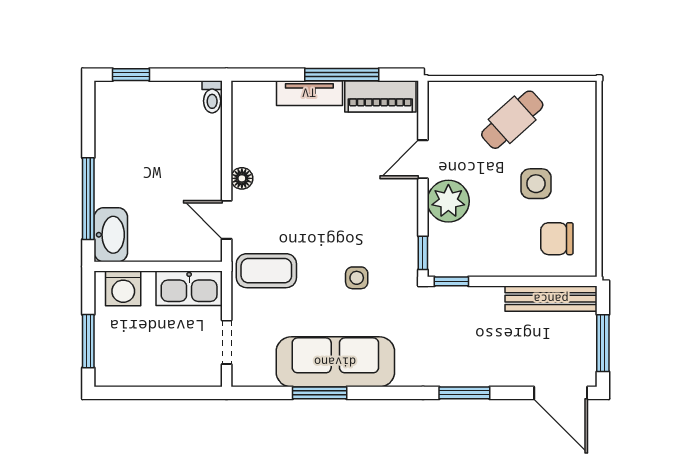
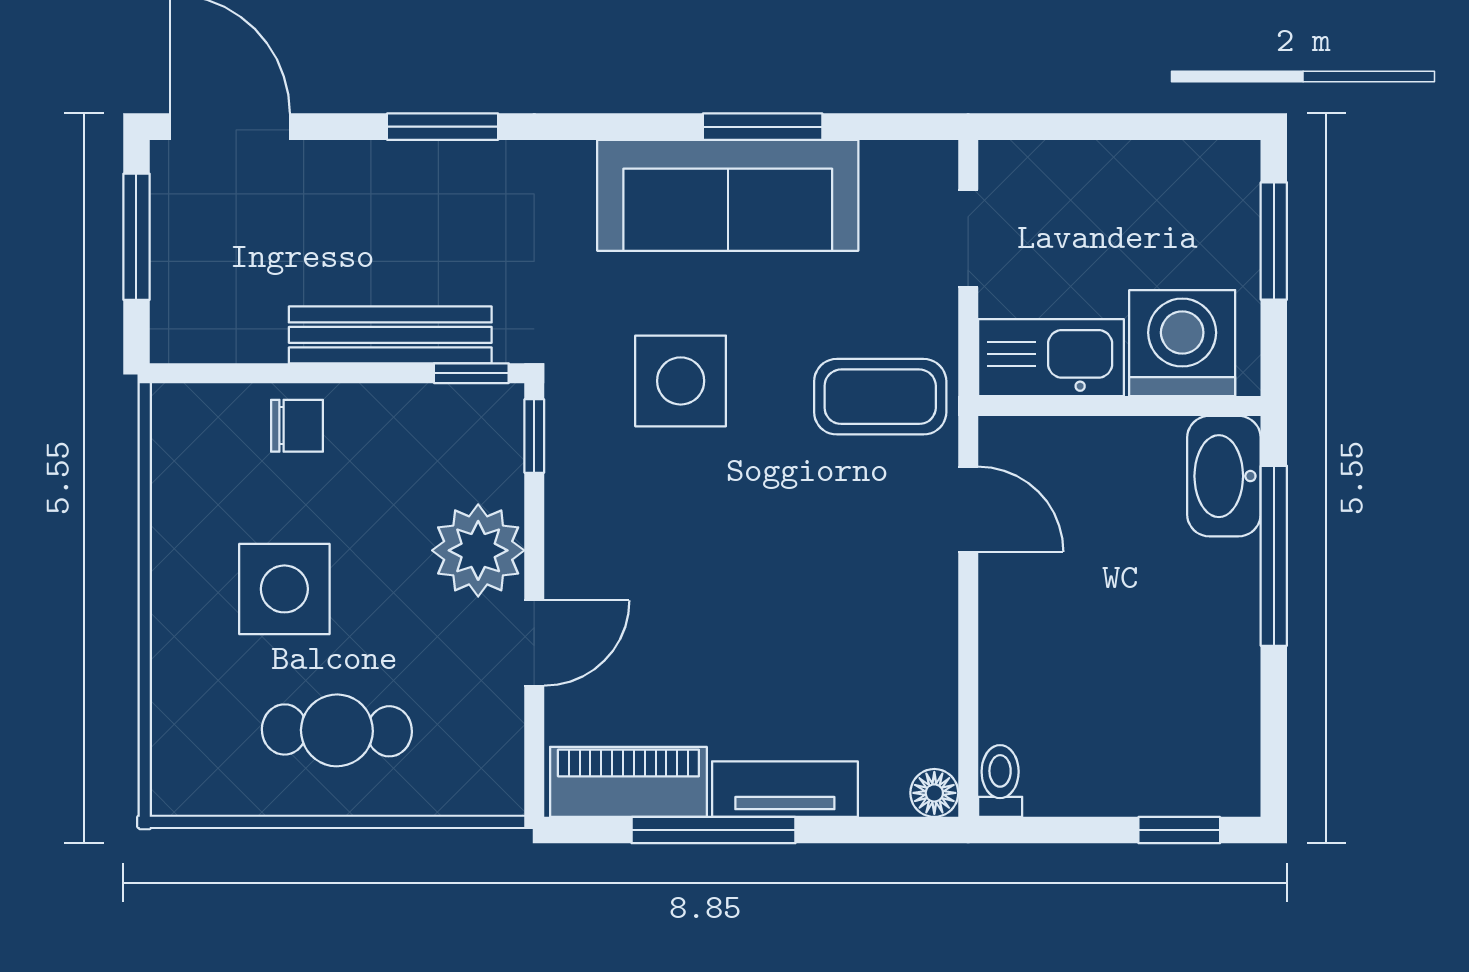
cafe table: (512, 120) -> (337, 730), turned 43
floor lamp: (242, 178) -> (934, 793), moved
side table: (536, 184) -> (284, 589), width x1.37, depth x1.37
chair: (557, 239) -> (297, 426), moved, width x0.73, depth x0.73
side table: (357, 278) -> (681, 381), width x1.87, depth x1.87
washing machine: (123, 288) -> (1182, 343), width x1.37, depth x1.37
bench: (551, 299) -> (390, 335), moved

